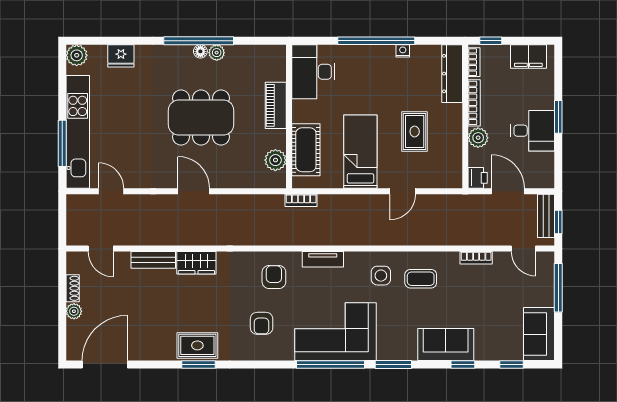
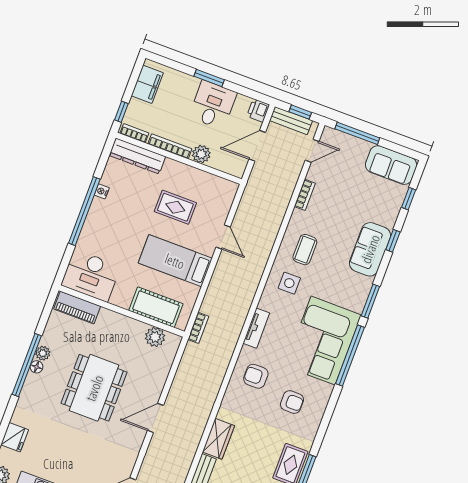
piano: (276, 105) -> (77, 308), moved
printer: (478, 178) -> (258, 110), moved, turned -90

